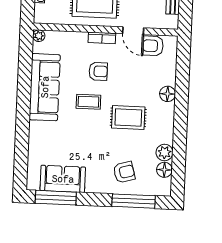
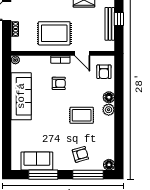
armchair: (153, 46) -> (104, 72), moved, turned -90
coffee table: (88, 102) -> (53, 105), removed
plant: (164, 152) -> (109, 110), moved
floor lamp: (164, 170) -> (109, 165), moved
window: (56, 198) -> (43, 175), moved

